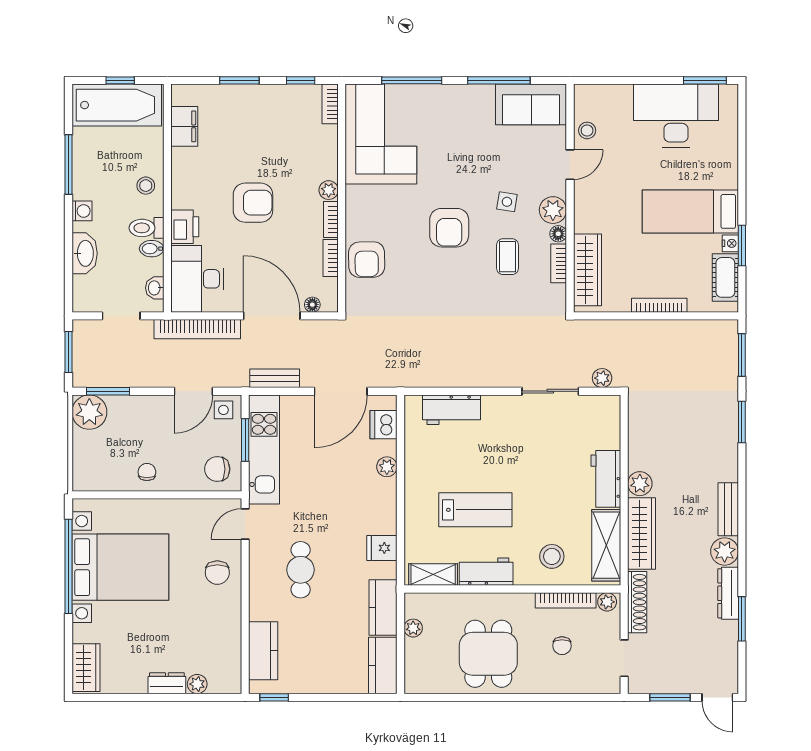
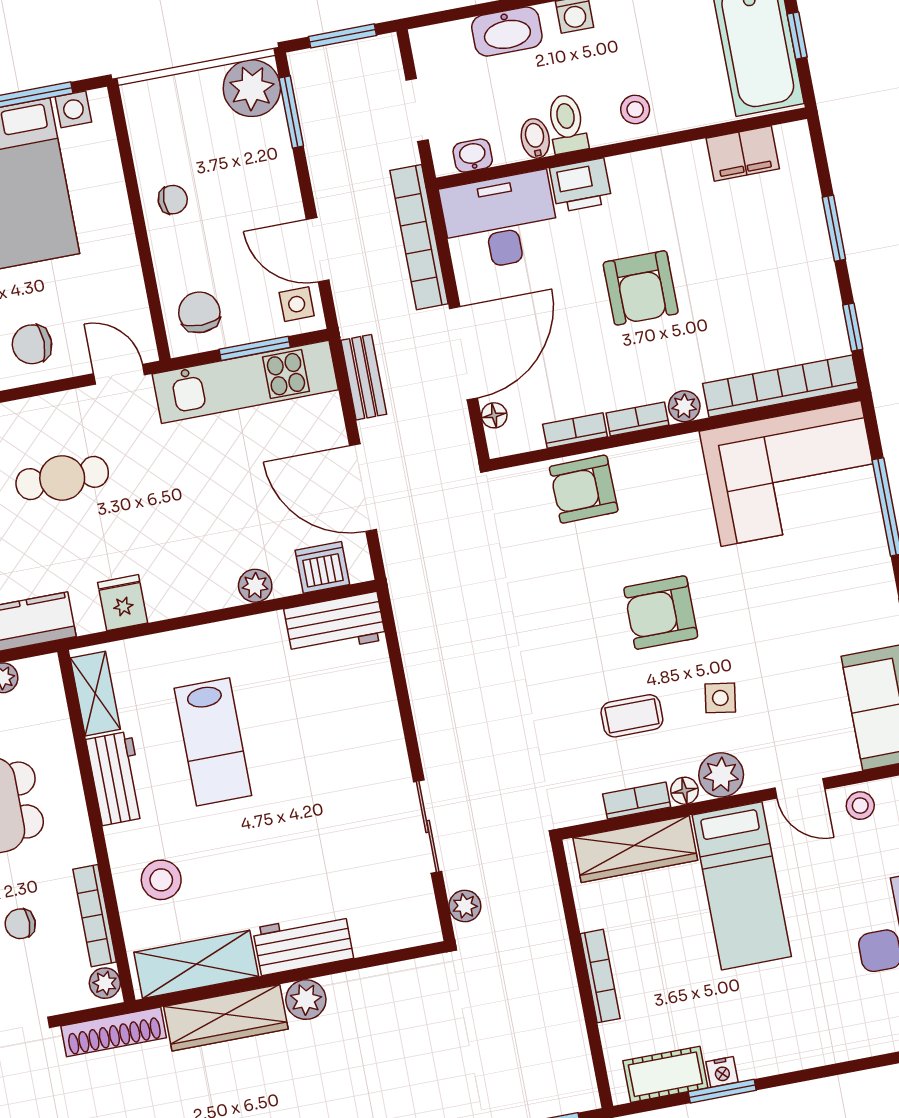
bookcase: (330, 104) -> (781, 386), width x2.31, depth x1.31
bed: (690, 211) -> (742, 886), moved, turned 180
workbench: (451, 410) -> (335, 624), moved, turned -90

